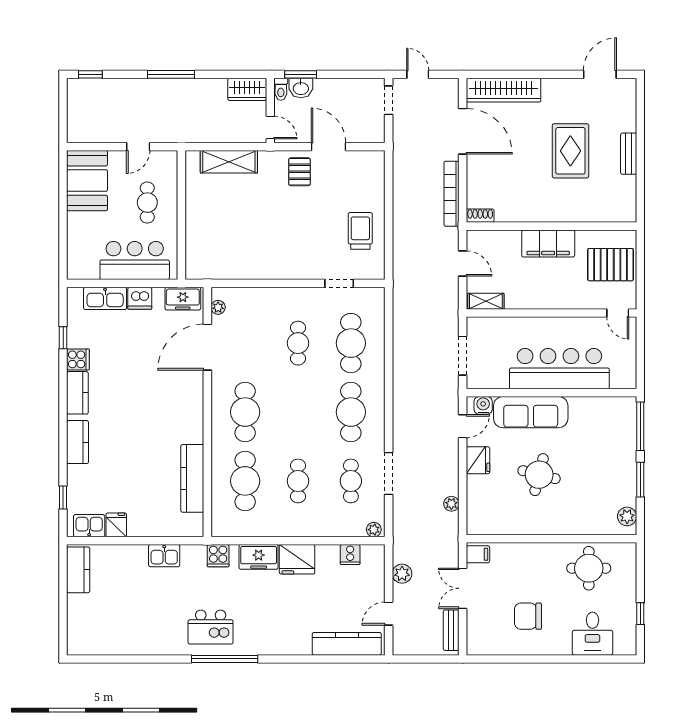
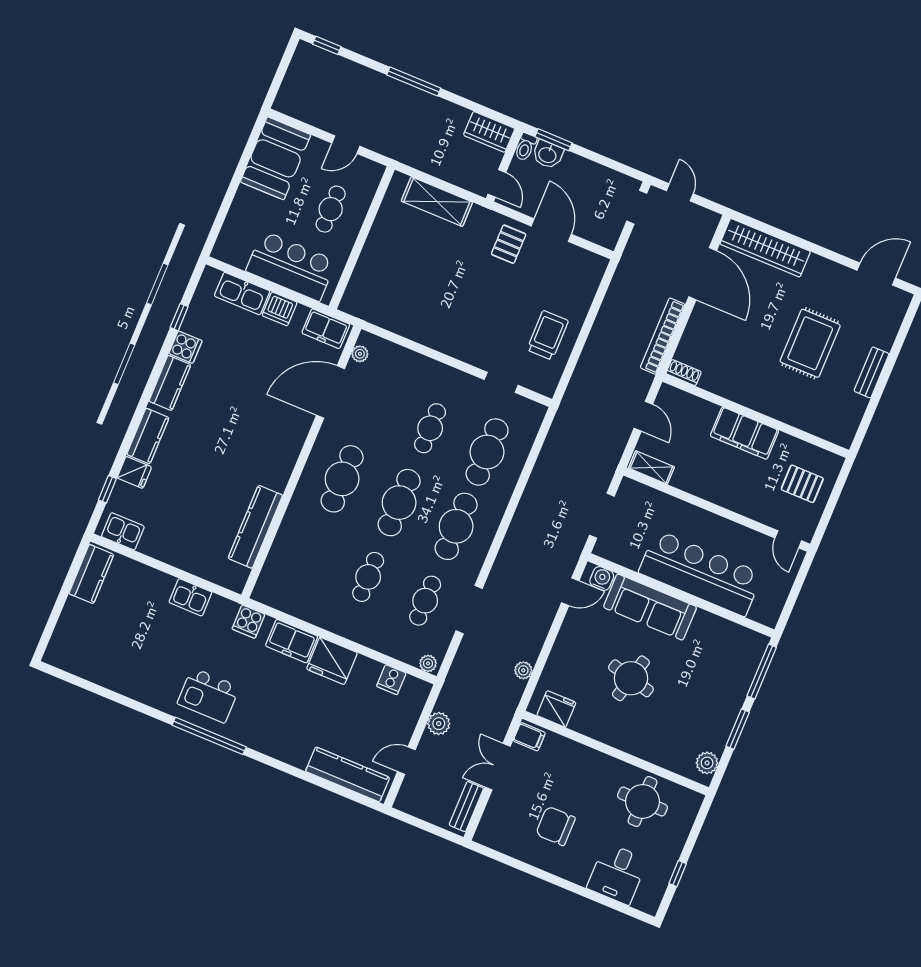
pallet: (610, 265) -> (802, 484), width x0.67, depth x0.71
fridge: (478, 460) -> (556, 709), moved, turned -90
cafe table: (245, 481) -> (399, 503), moved
fridge: (116, 525) -> (134, 472), moved, turned 90

